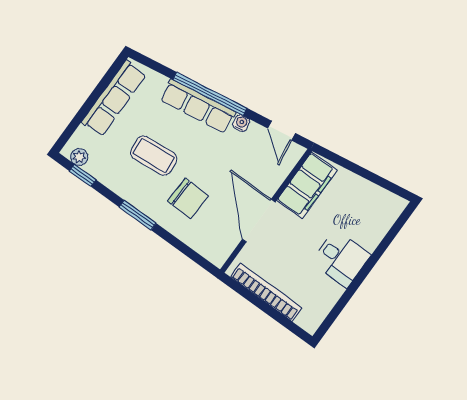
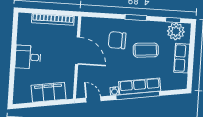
row of seats: (114, 98) -> (182, 58), width x0.68
plant: (79, 157) -> (176, 31), width x1.88, depth x1.88
filing cabinet: (307, 185) -> (49, 92), moved, turned 81

